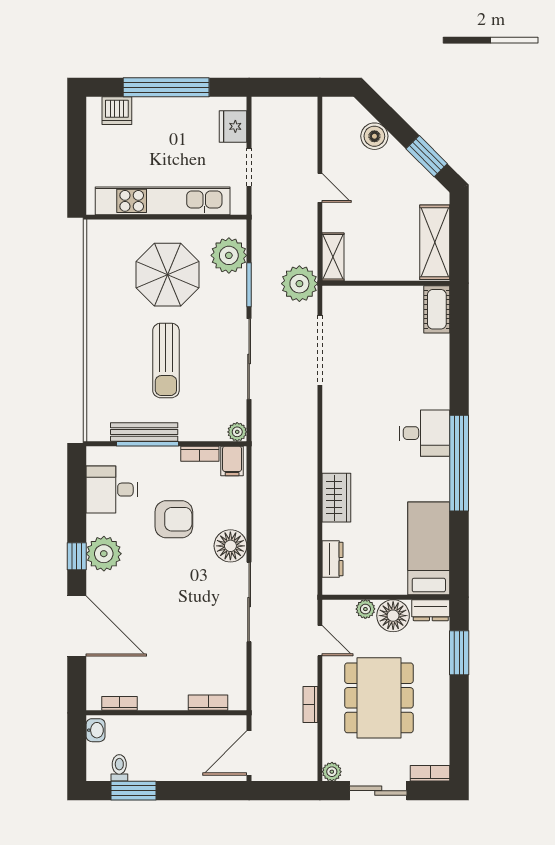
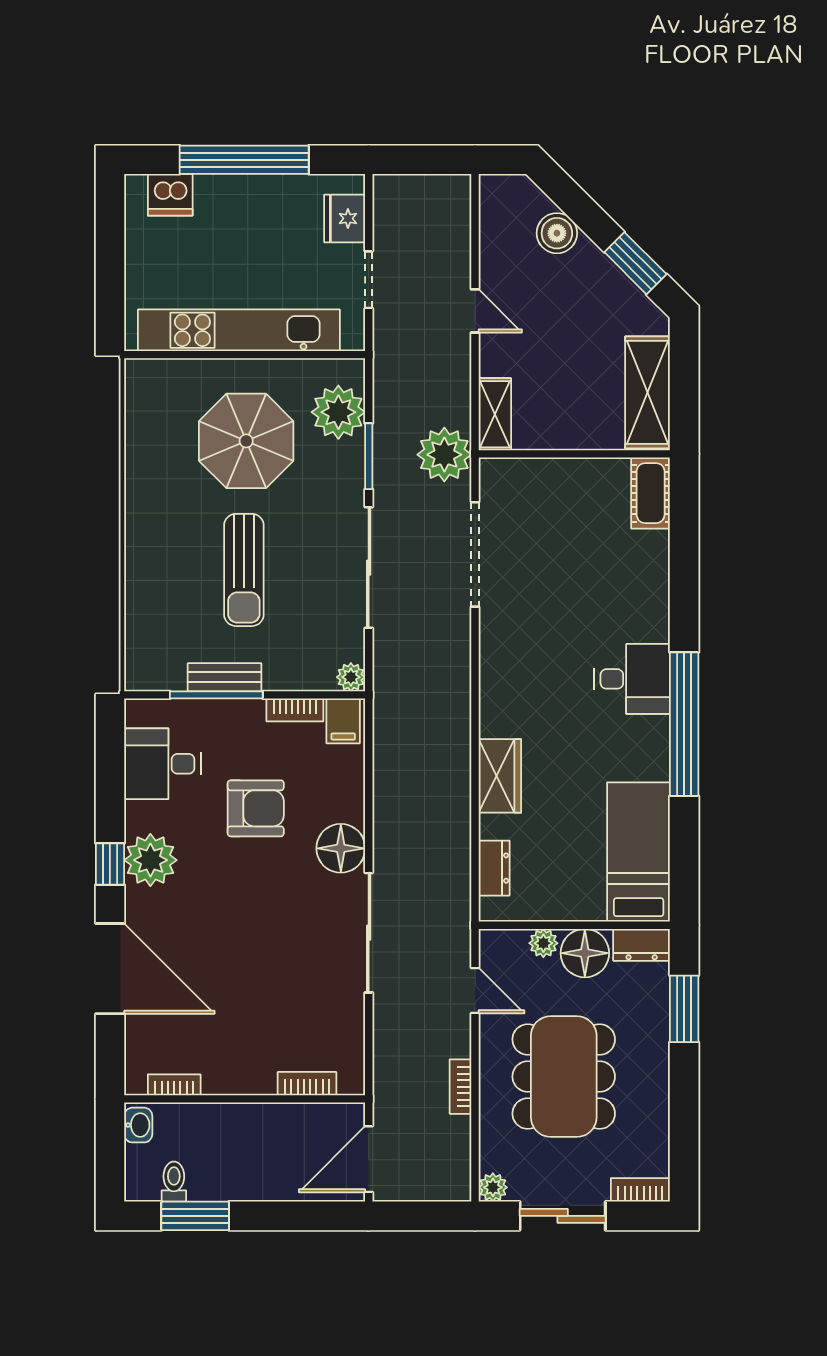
bench: (144, 432) -> (225, 677), width x0.73

